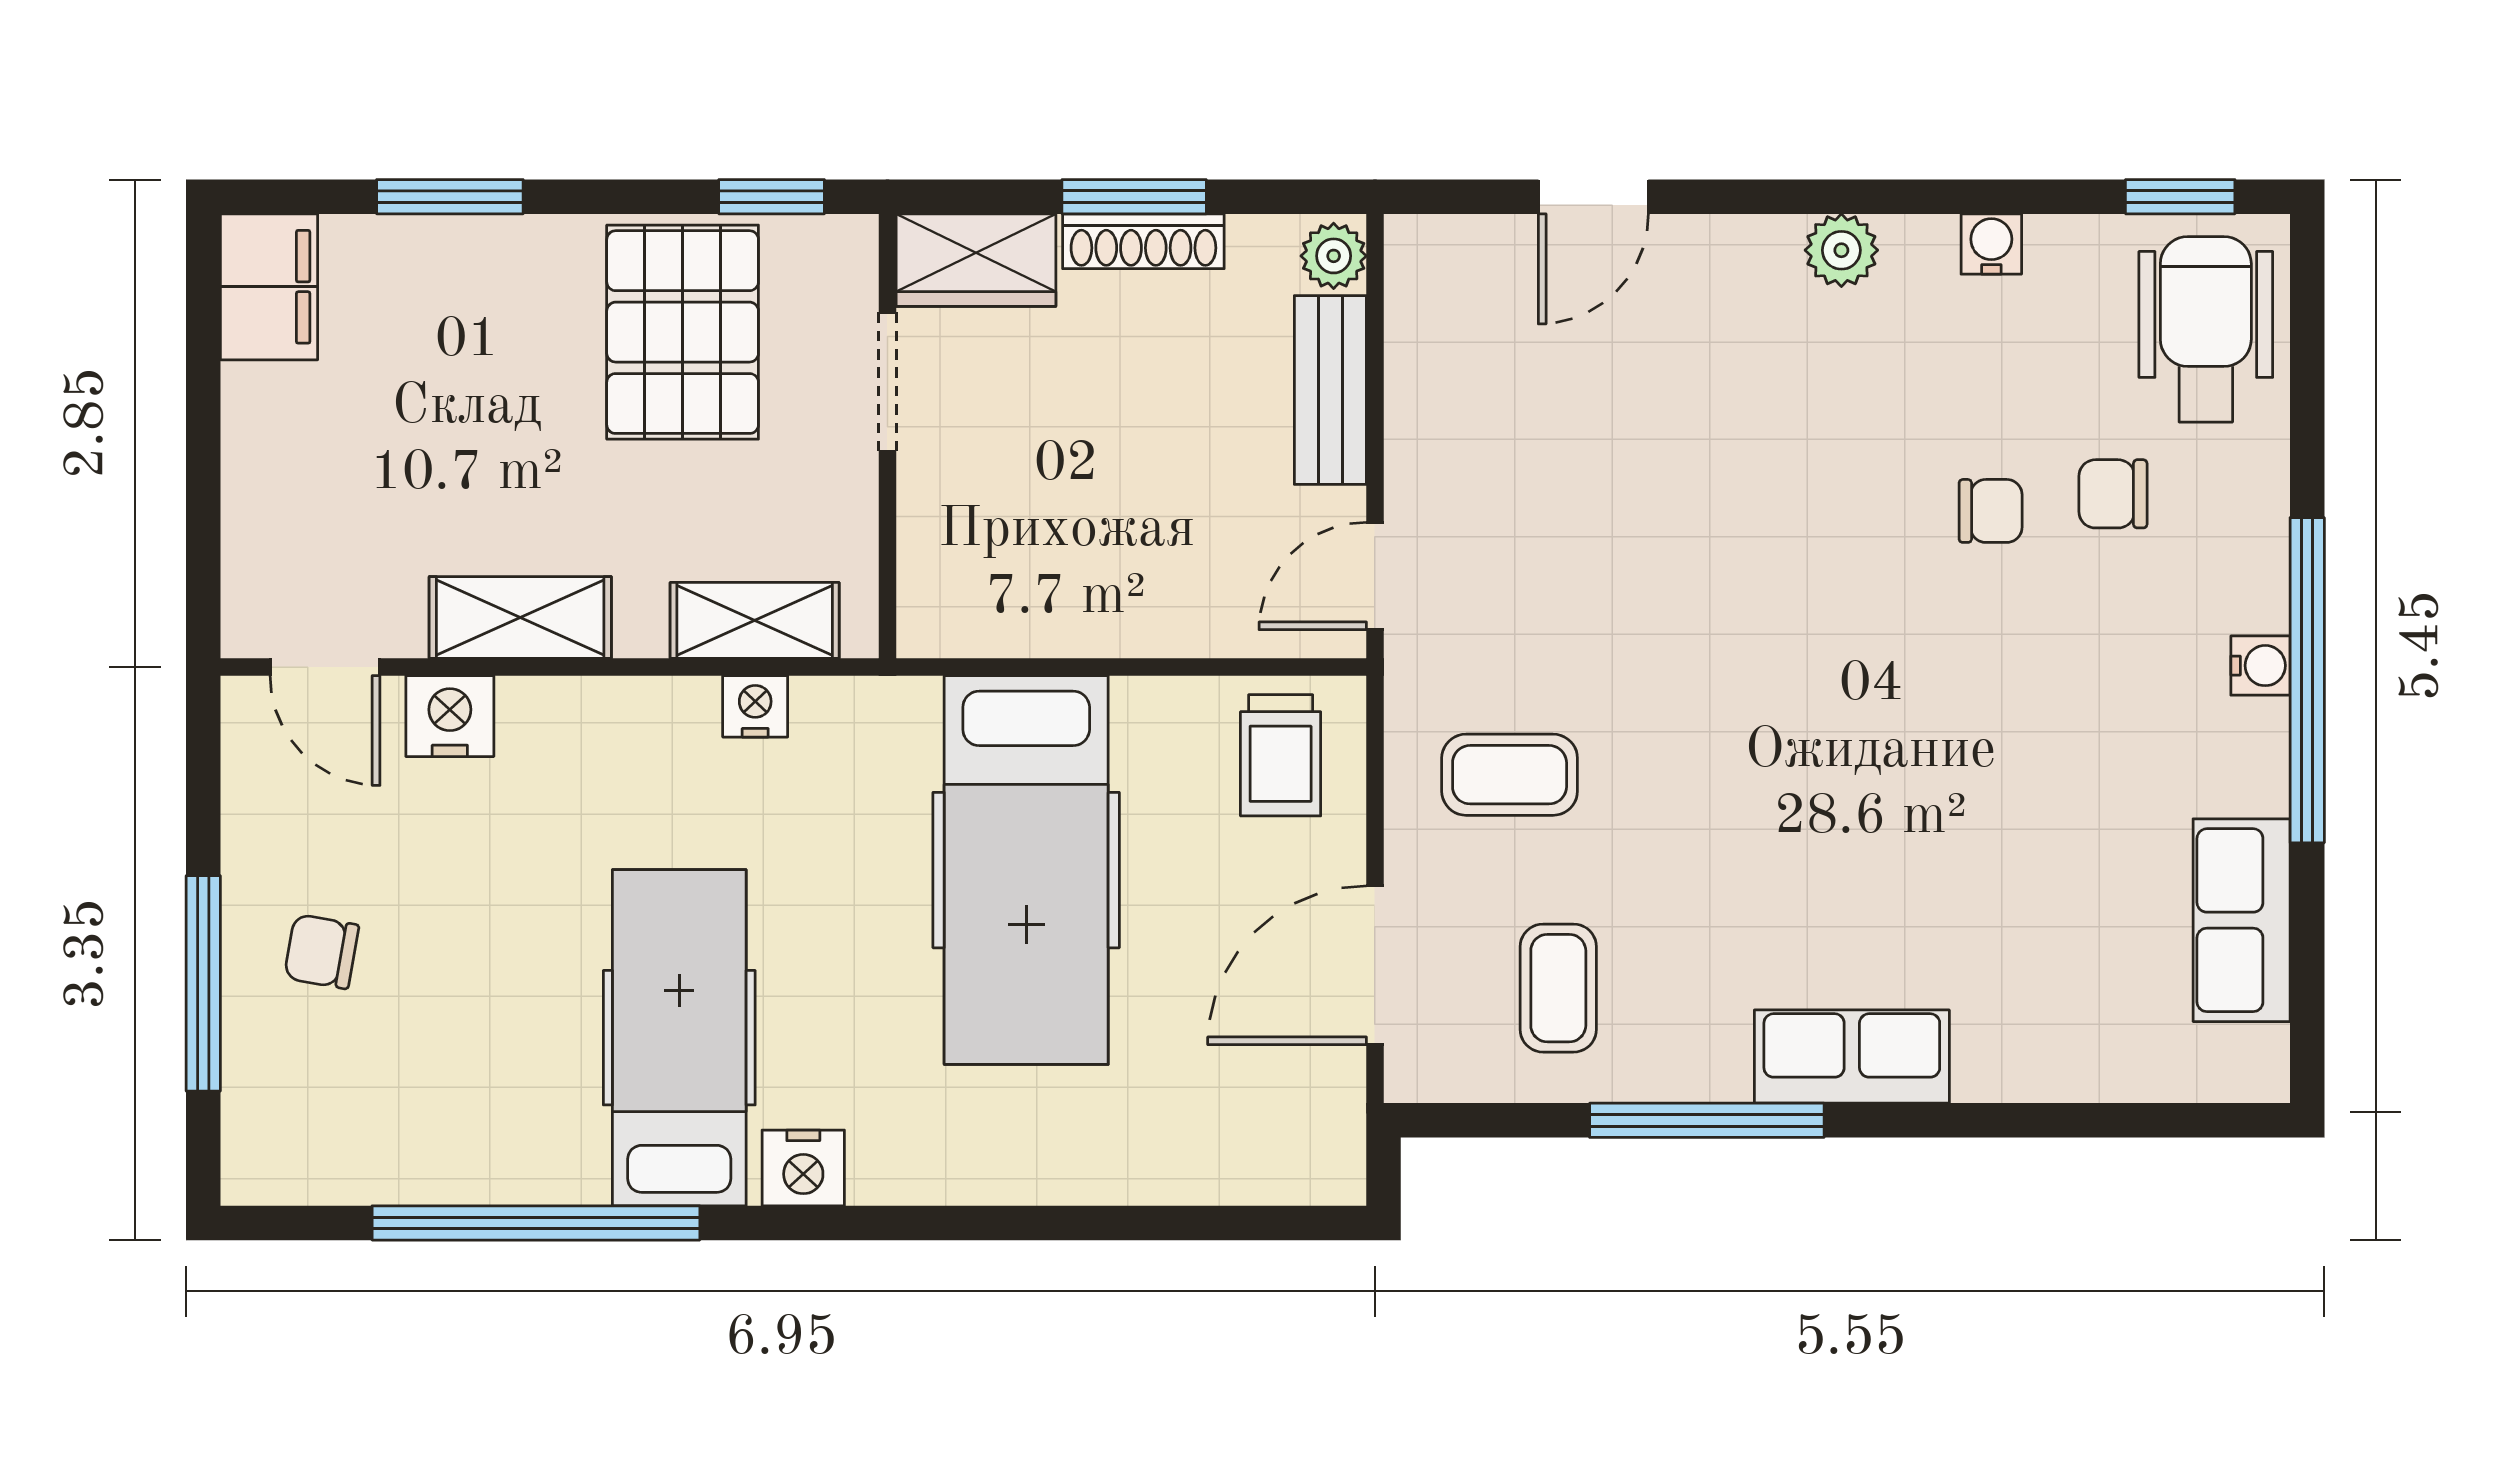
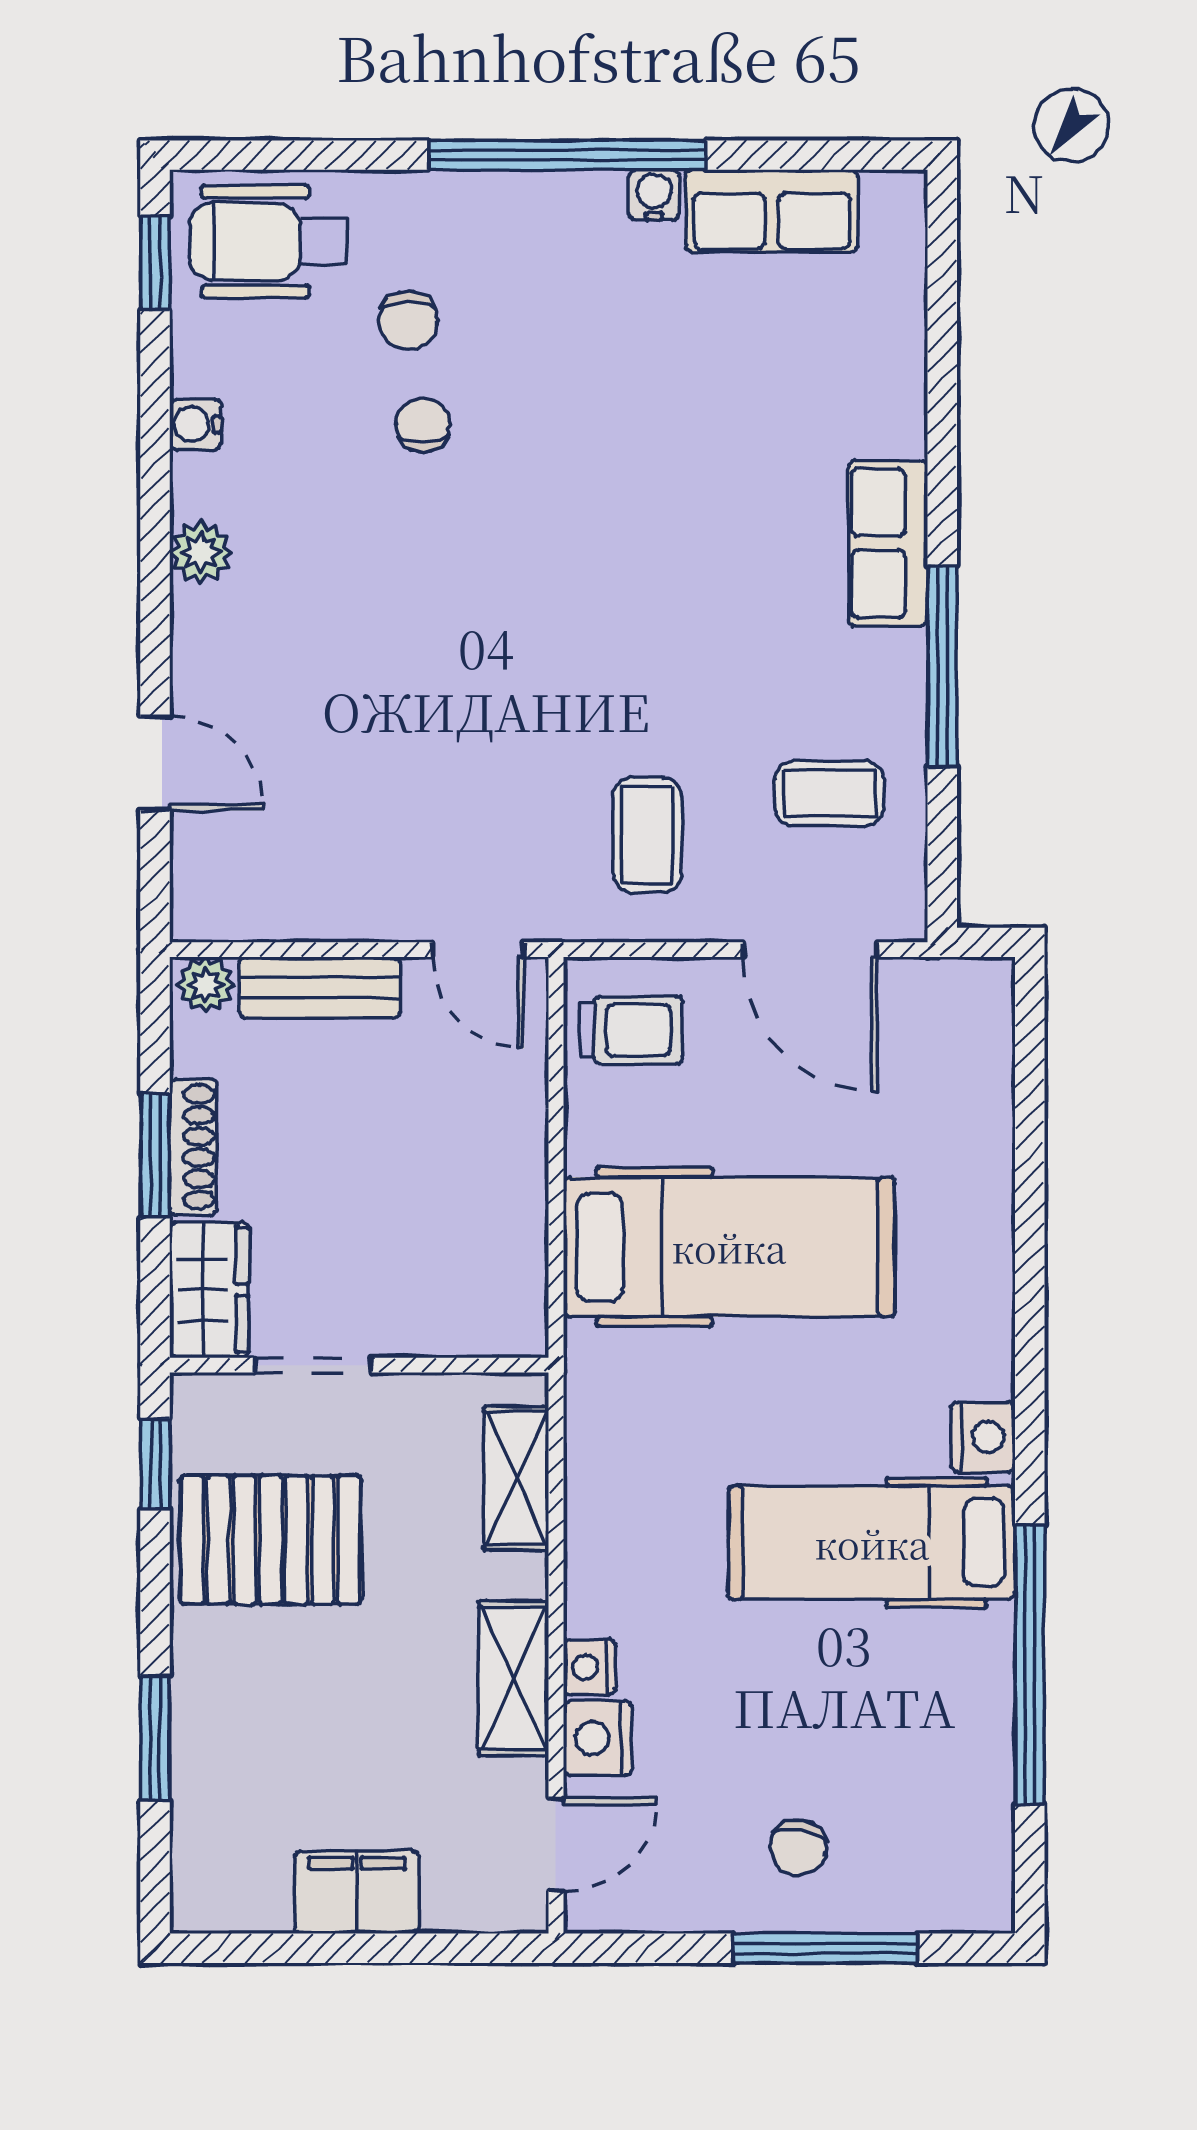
filing cabinet: (269, 287) -> (357, 1892), moved
water cooler: (2260, 666) -> (654, 195), moved
nightstand: (755, 706) -> (589, 1667), moved

